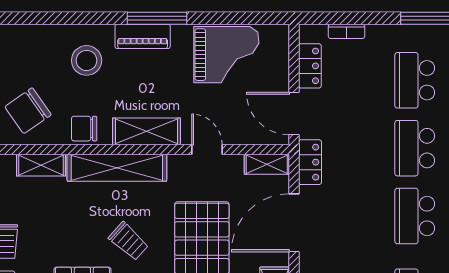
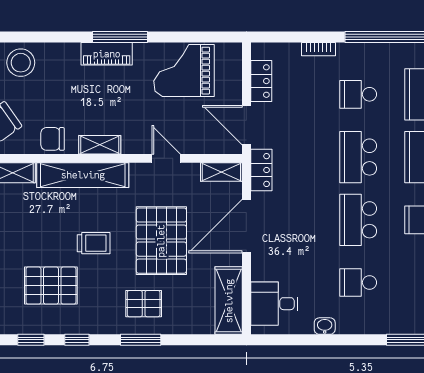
bookcase: (347, 31) -> (319, 49), moved
grand piano: (226, 55) -> (184, 71), turned 180
stool: (87, 60) -> (21, 63), moved
school desk: (415, 80) -> (358, 94), width x0.54
shelving: (146, 131) -> (100, 145), width x0.67, depth x0.75
trolley: (129, 241) -> (94, 243), turned -42

